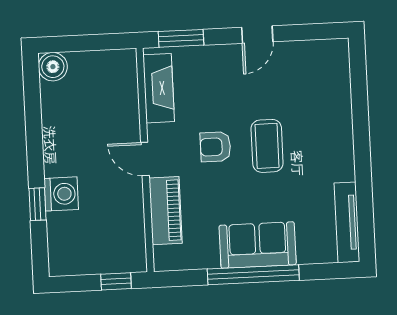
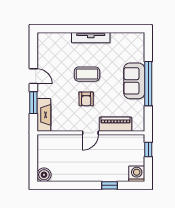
window: (181, 38) -> (33, 103), moved
fireplace: (159, 88) -> (44, 115), moved, turned 90
washing machine: (61, 194) -> (137, 174), moved
tv unit: (347, 222) -> (91, 38), moved

